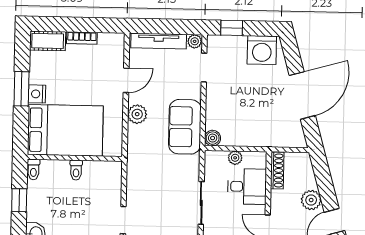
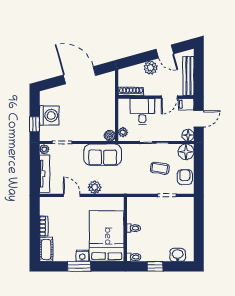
washing machine: (262, 50) -> (49, 115), moved
plant: (235, 158) -> (123, 132), moved
coffee table: (163, 210) -> (160, 168), added

